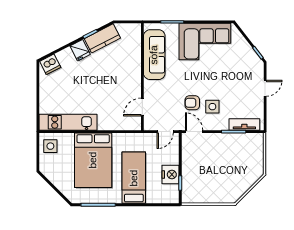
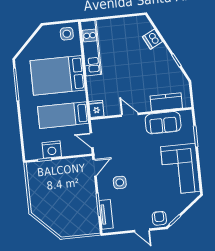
kitchen counter: (102, 38) -> (166, 102), moved, turned 117
fridge: (80, 50) -> (96, 109), moved, turned 117
sofa: (154, 55) -> (163, 123), width x0.73
dishwasher: (50, 64) -> (153, 39), moved
armchair: (192, 103) -> (159, 218), moved
door: (142, 107) -> (130, 115), moved
bed: (134, 178) -> (63, 115), moved, turned 180

